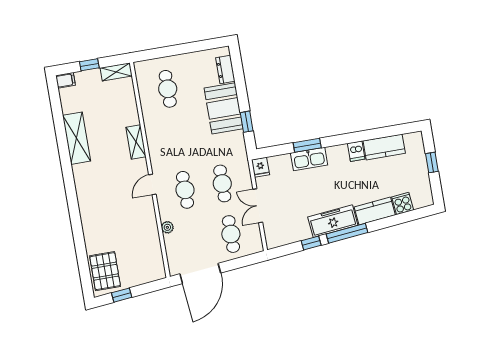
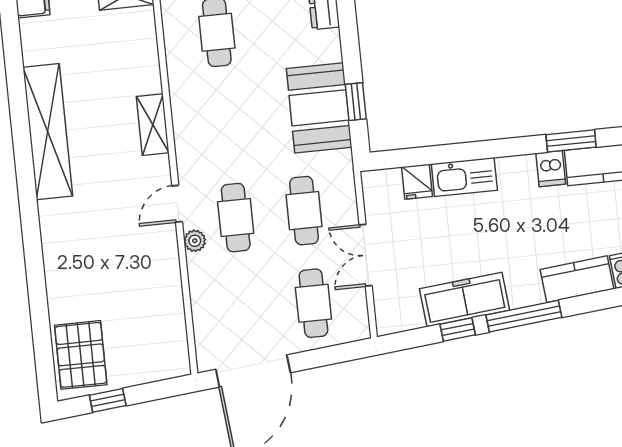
booth: (224, 108) -> (319, 108), moved
shelving: (77, 138) -> (48, 132), width x1.47
window: (307, 145) -> (571, 141), moved
fridge: (261, 167) -> (417, 182), moved
freezer: (333, 221) -> (465, 299), moved
plant: (167, 227) -> (195, 241), moved

